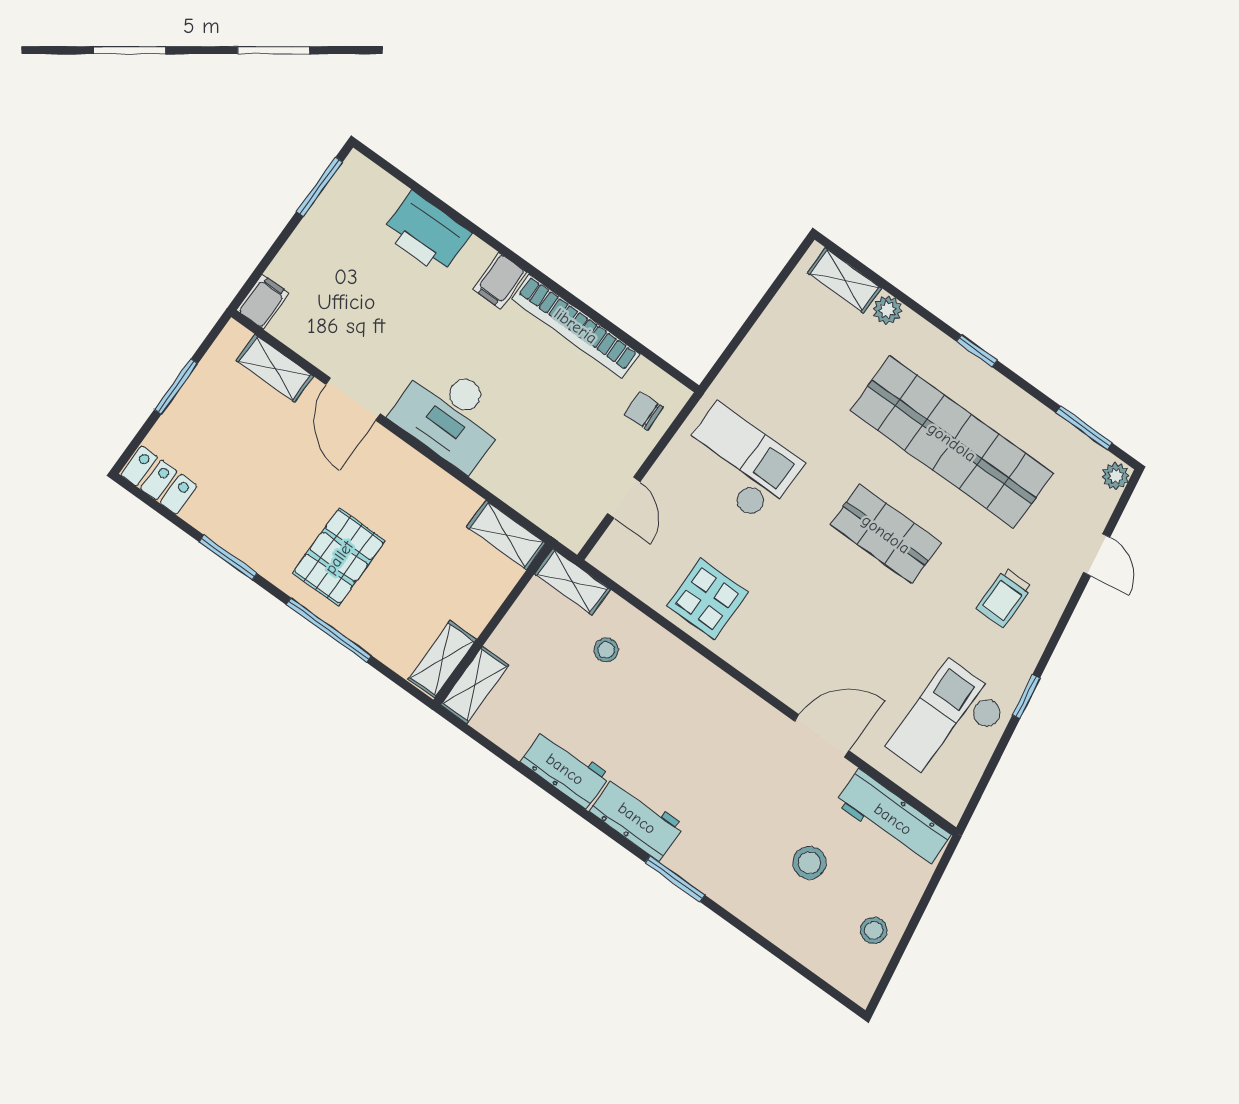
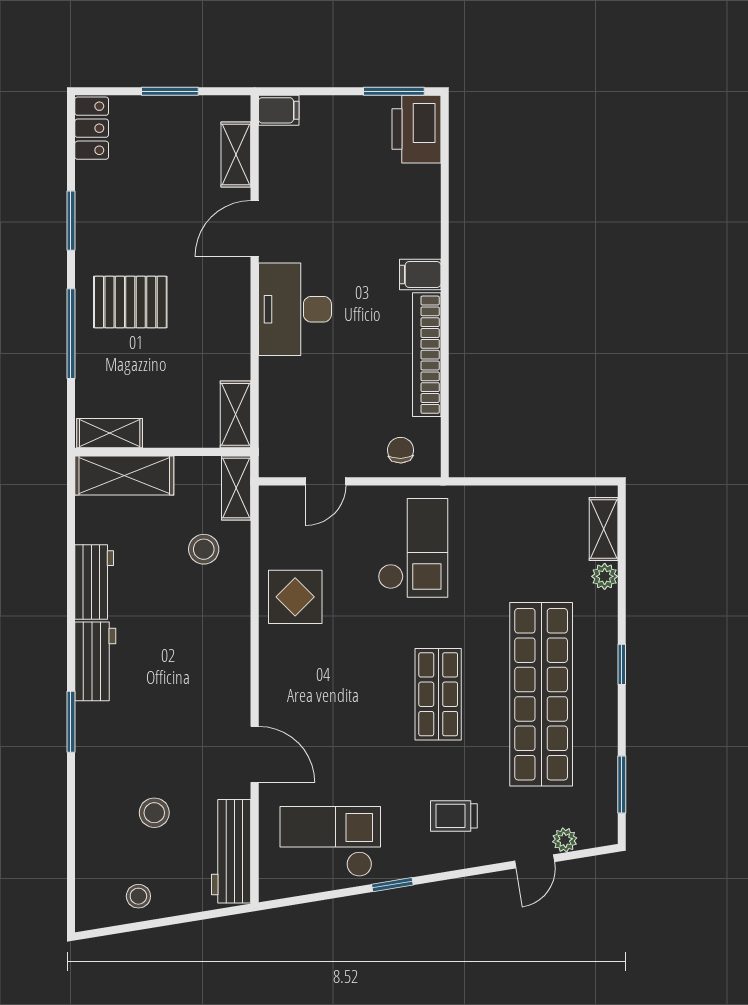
printer: (426, 233) -> (416, 129), moved
plant: (1116, 476) -> (565, 840), moved
stool: (606, 650) -> (204, 549), width x1.37, depth x1.37
shelving: (475, 685) -> (124, 475), width x1.50, depth x1.33

